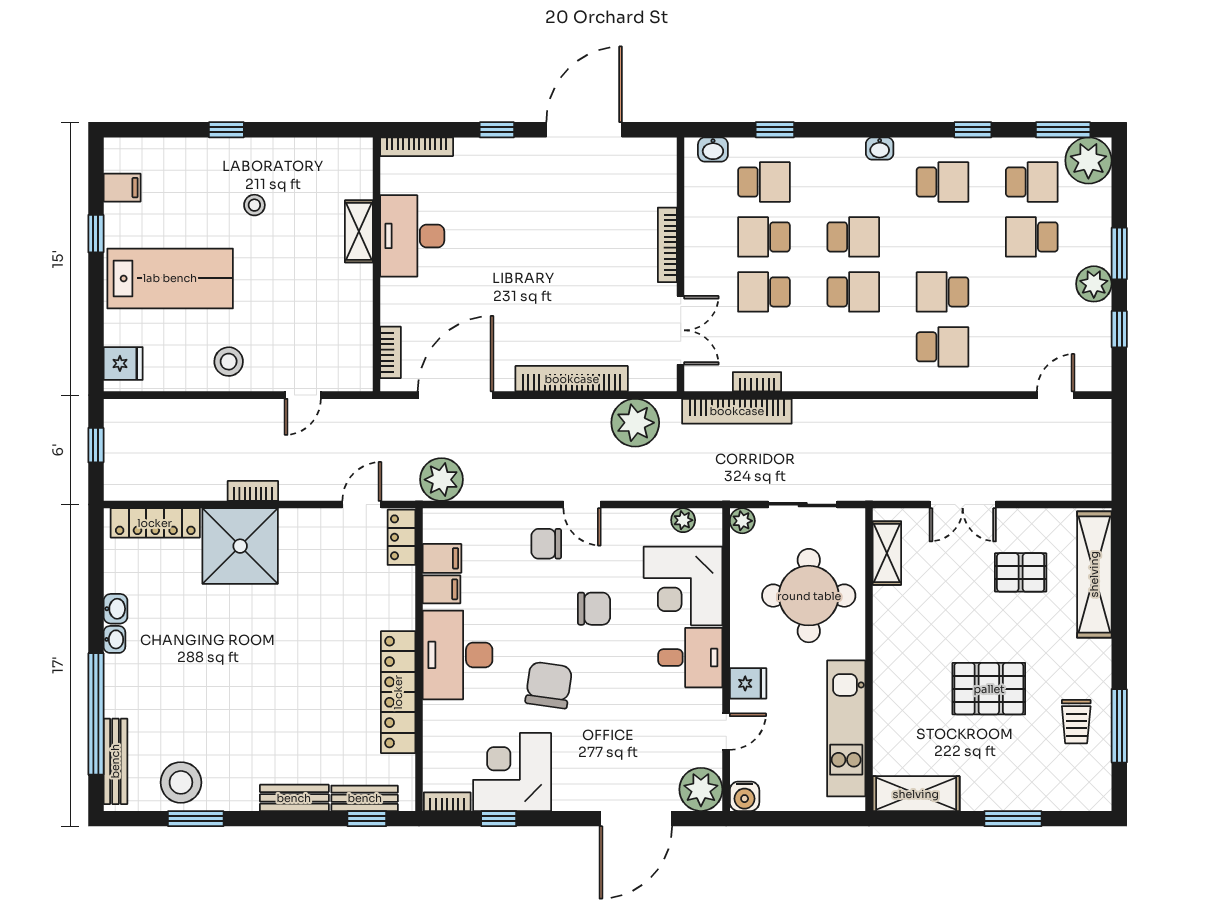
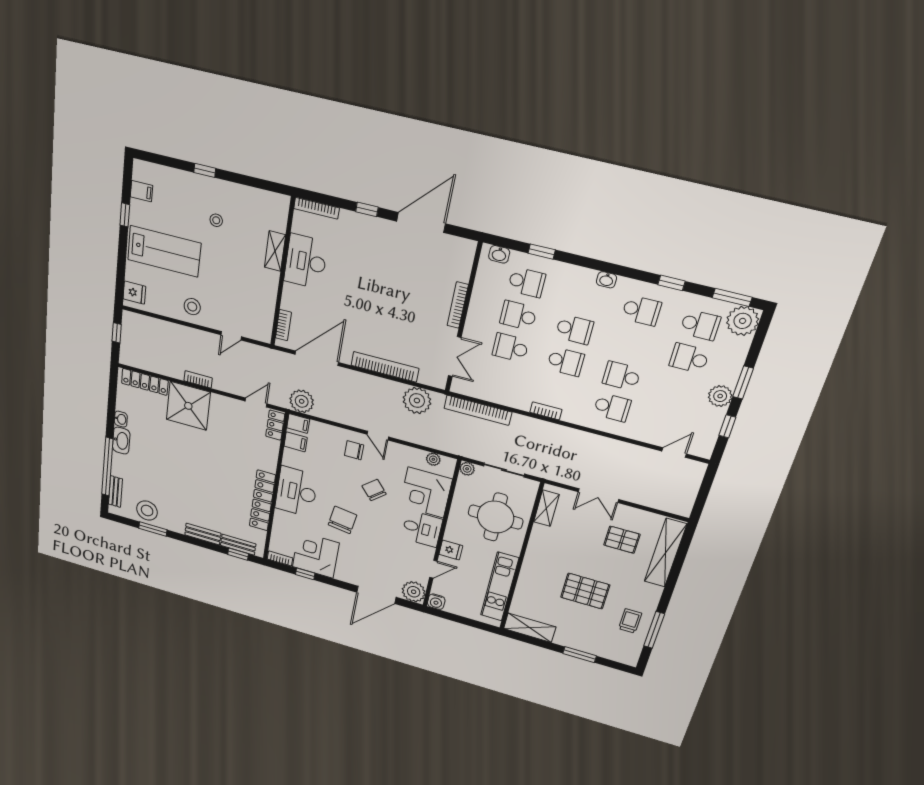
bookcase: (757, 382) -> (546, 411), moved
filing cabinet: (442, 589) -> (298, 423), moved
chair: (594, 609) -> (374, 490), turned -131
washbasin: (114, 639) -> (121, 441), width x1.91, depth x1.45
trolley: (1076, 722) -> (630, 621), turned 180
bench: (115, 761) -> (115, 492), width x0.73

